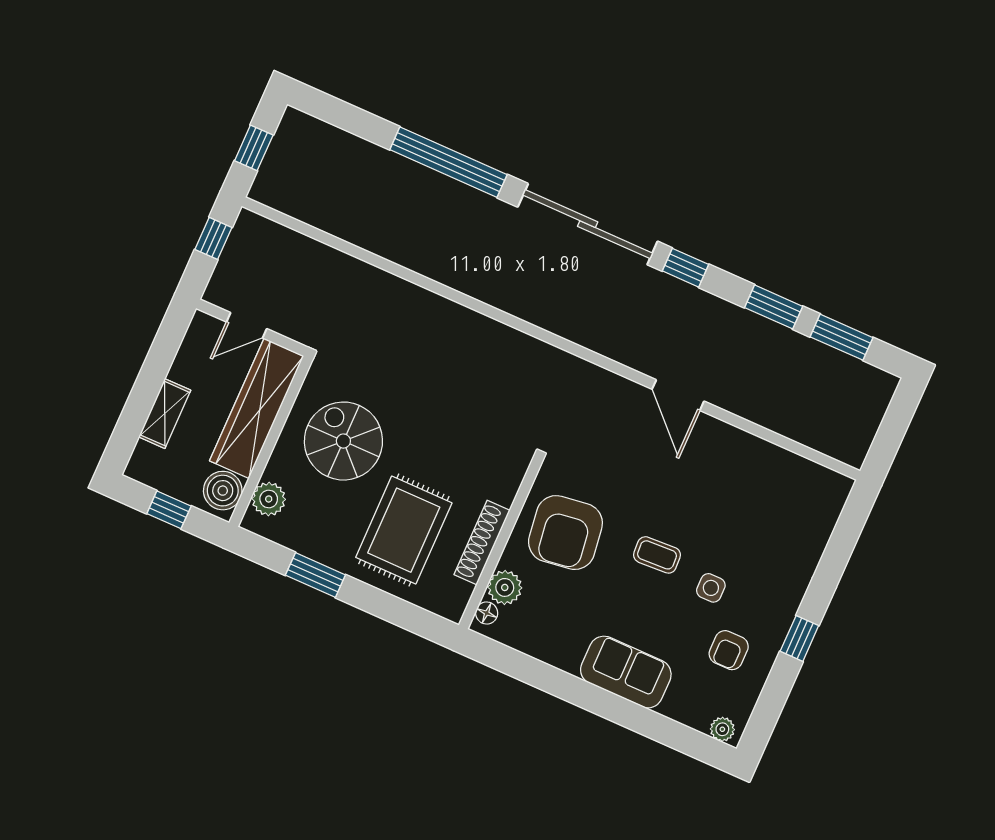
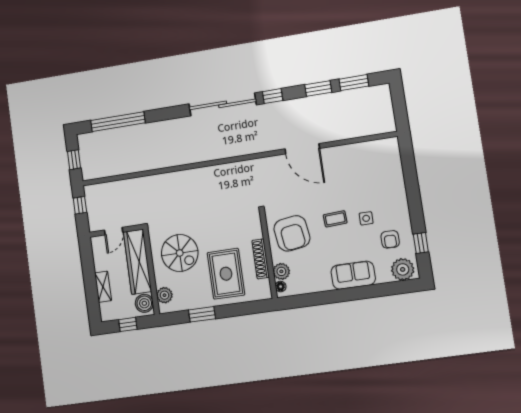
window: (448, 162) -> (118, 122), moved
door: (678, 395) -> (302, 149), width x1.36
spiral stairs: (343, 441) -> (180, 253), turned 180
window: (799, 638) -> (421, 243), moved
plant: (722, 729) -> (403, 269), width x1.87, depth x1.87

